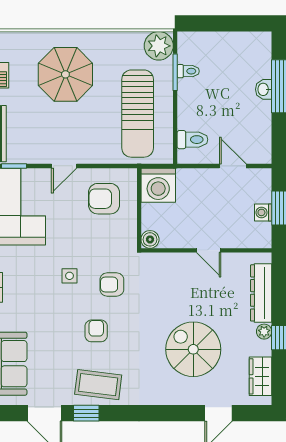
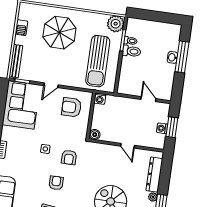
toilet: (192, 140) -> (131, 51), moved
washing machine: (158, 185) -> (100, 99), width x0.53, depth x0.53
armchair: (112, 284) -> (69, 157), turned -90

